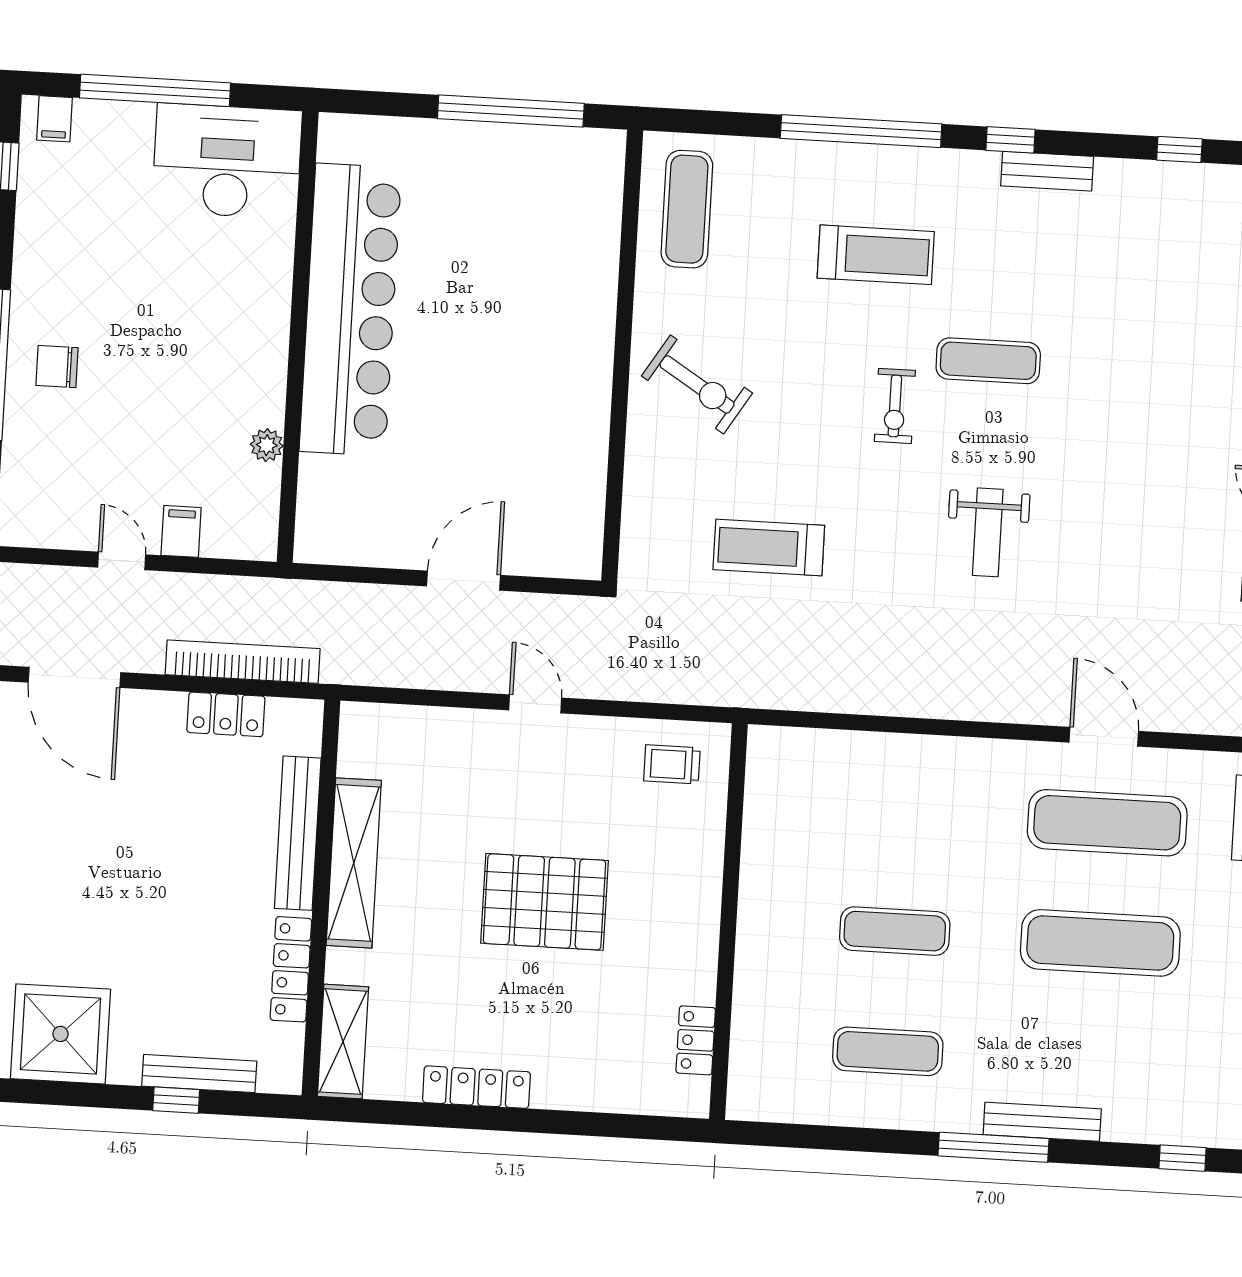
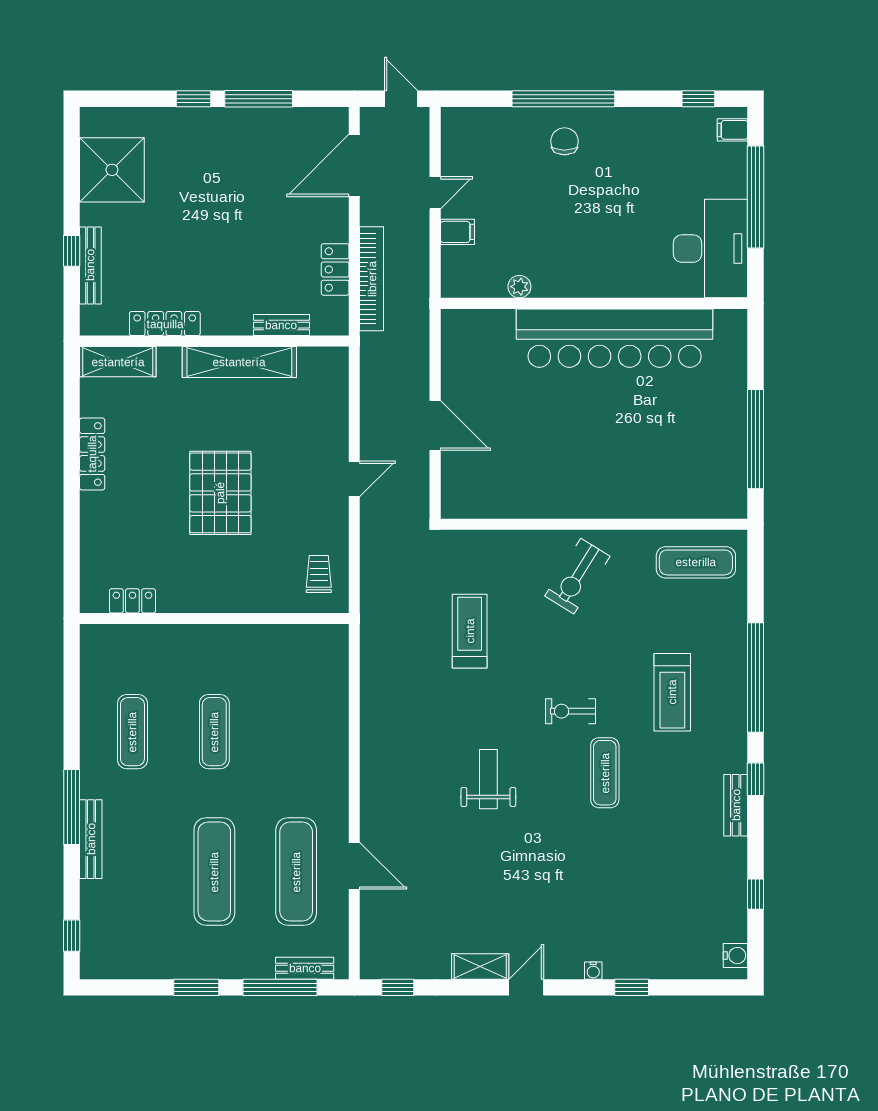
weight bench: (988, 532) -> (488, 779), turned 90
door: (1104, 737) -> (354, 866), hinge flipped
bench: (298, 833) -> (281, 325), width x0.54, depth x0.82

